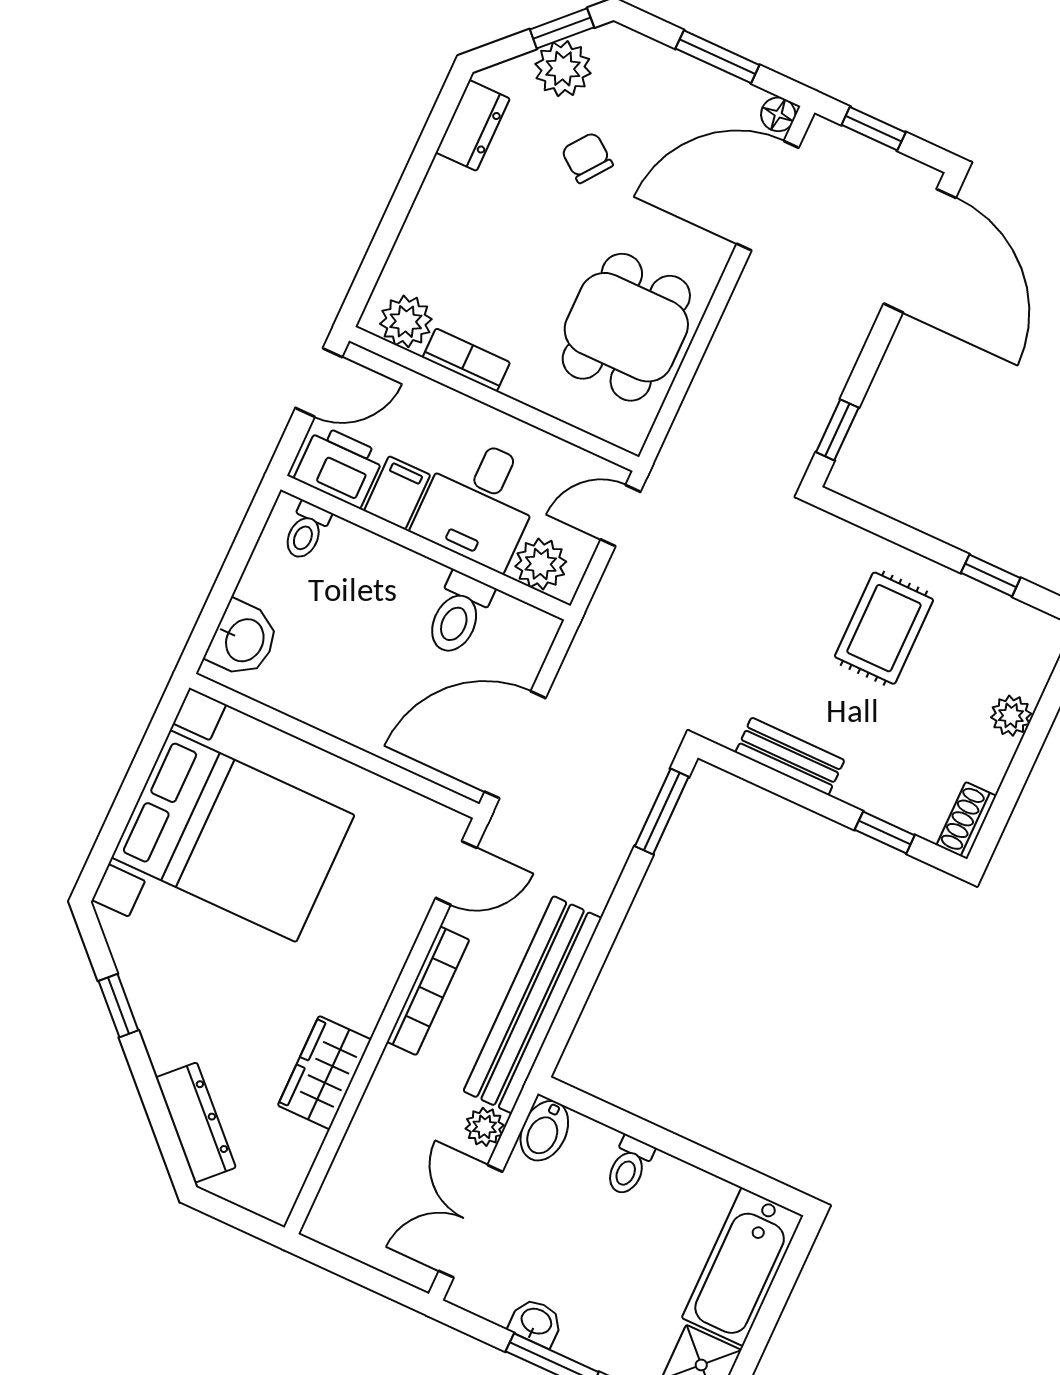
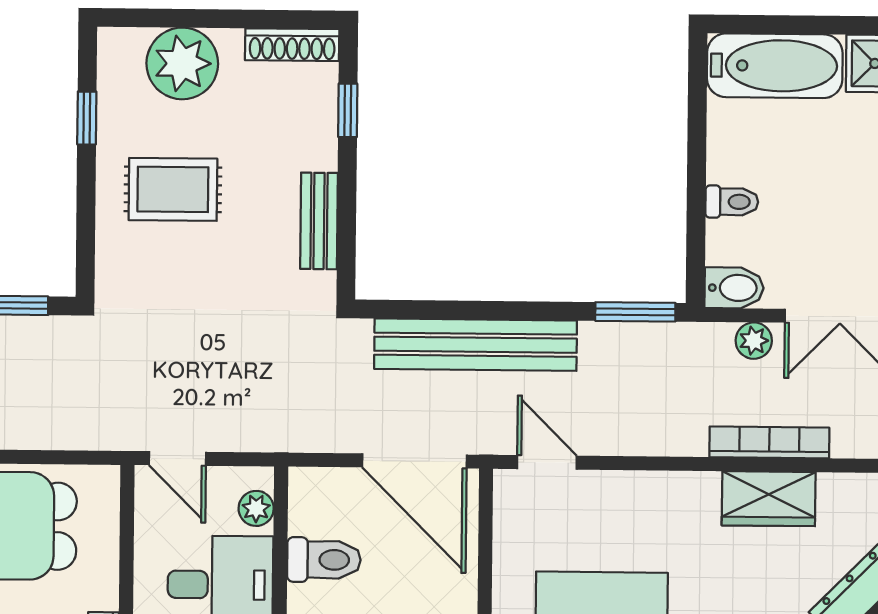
plant: (541, 564) -> (256, 508), width x0.73, depth x0.73
plant: (1011, 716) -> (182, 63), width x1.87, depth x1.87
window: (662, 812) -> (635, 312), moved
shoe rack: (966, 821) -> (292, 45), width x1.43
bookcase: (428, 991) -> (769, 442), moved
bench: (533, 1005) -> (476, 345), moved

